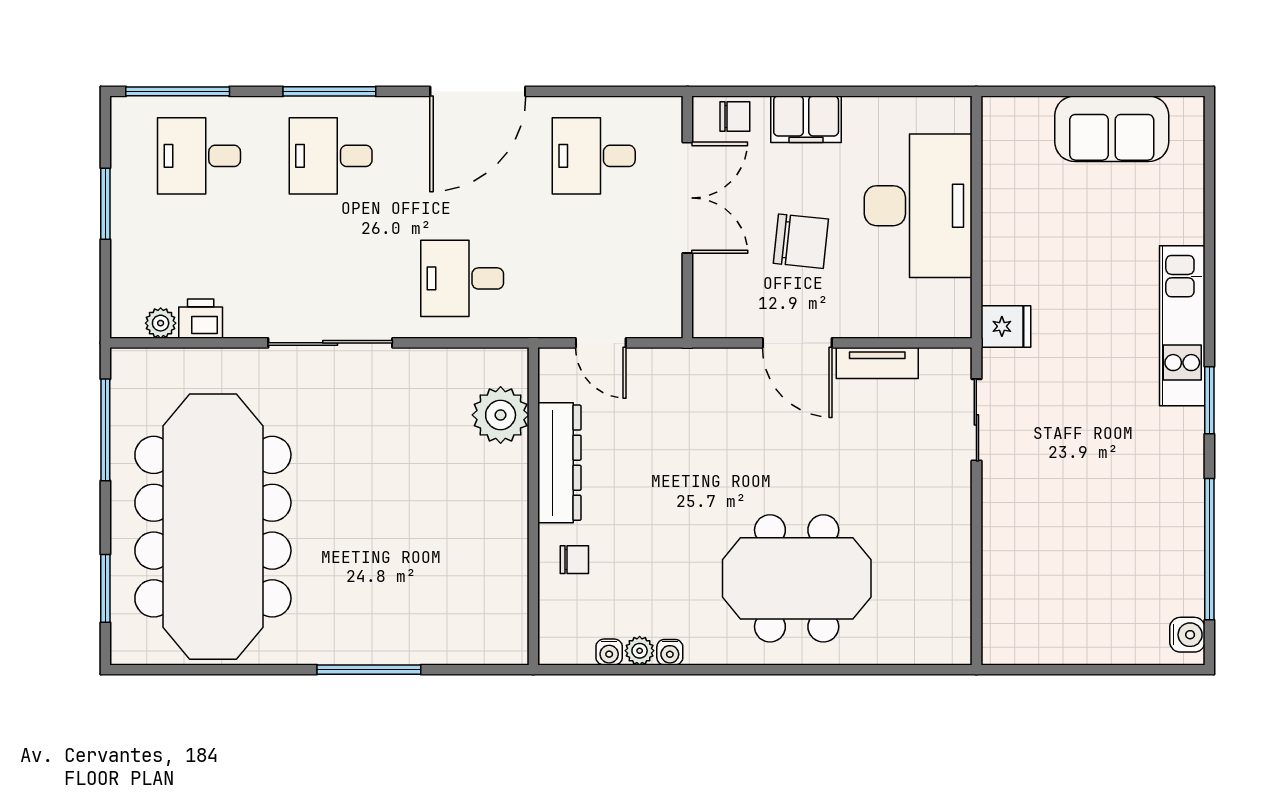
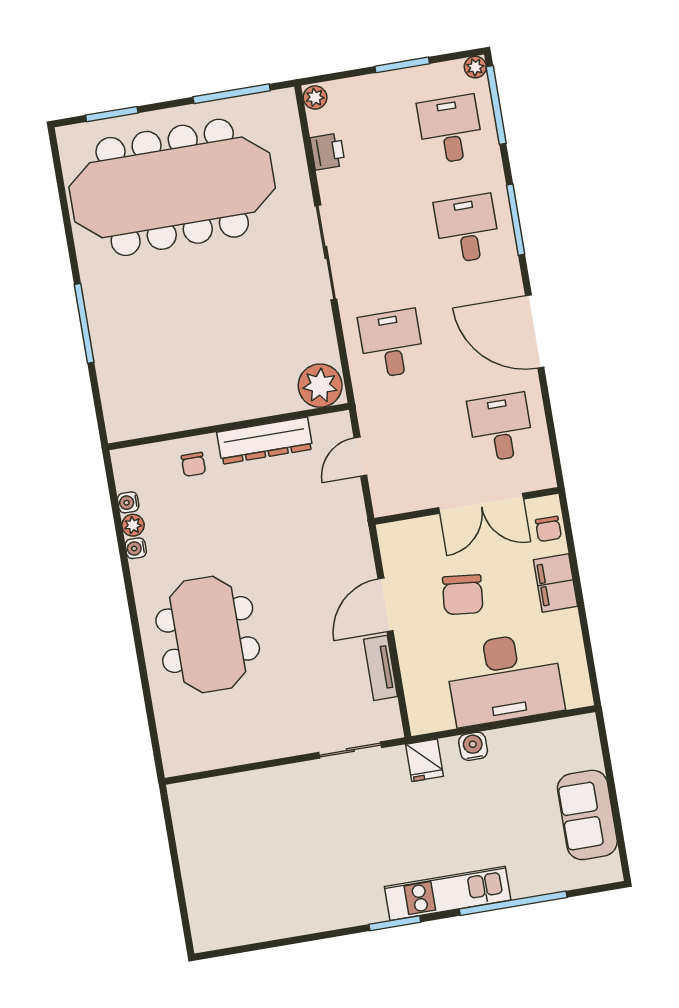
plant: (124, 110) -> (475, 67), added
plant: (161, 323) -> (315, 97), moved
plant: (501, 415) -> (320, 386), moved
window: (1209, 549) -> (513, 903), moved
water cooler: (1187, 635) -> (473, 746), moved, turned 180

